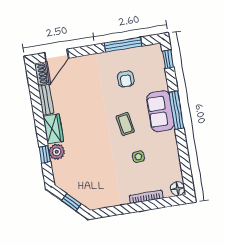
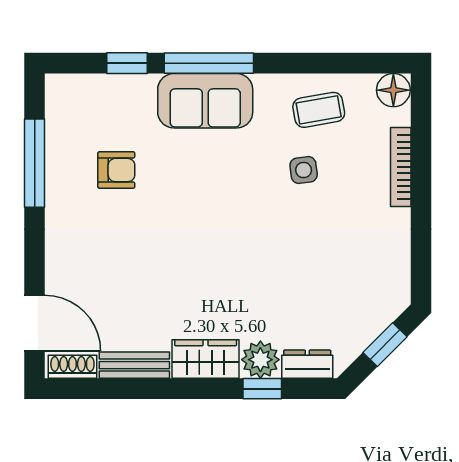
window: (168, 59) -> (127, 63), moved
coffee table: (125, 124) -> (319, 110), moved
dresser: (58, 171) -> (307, 364), added

